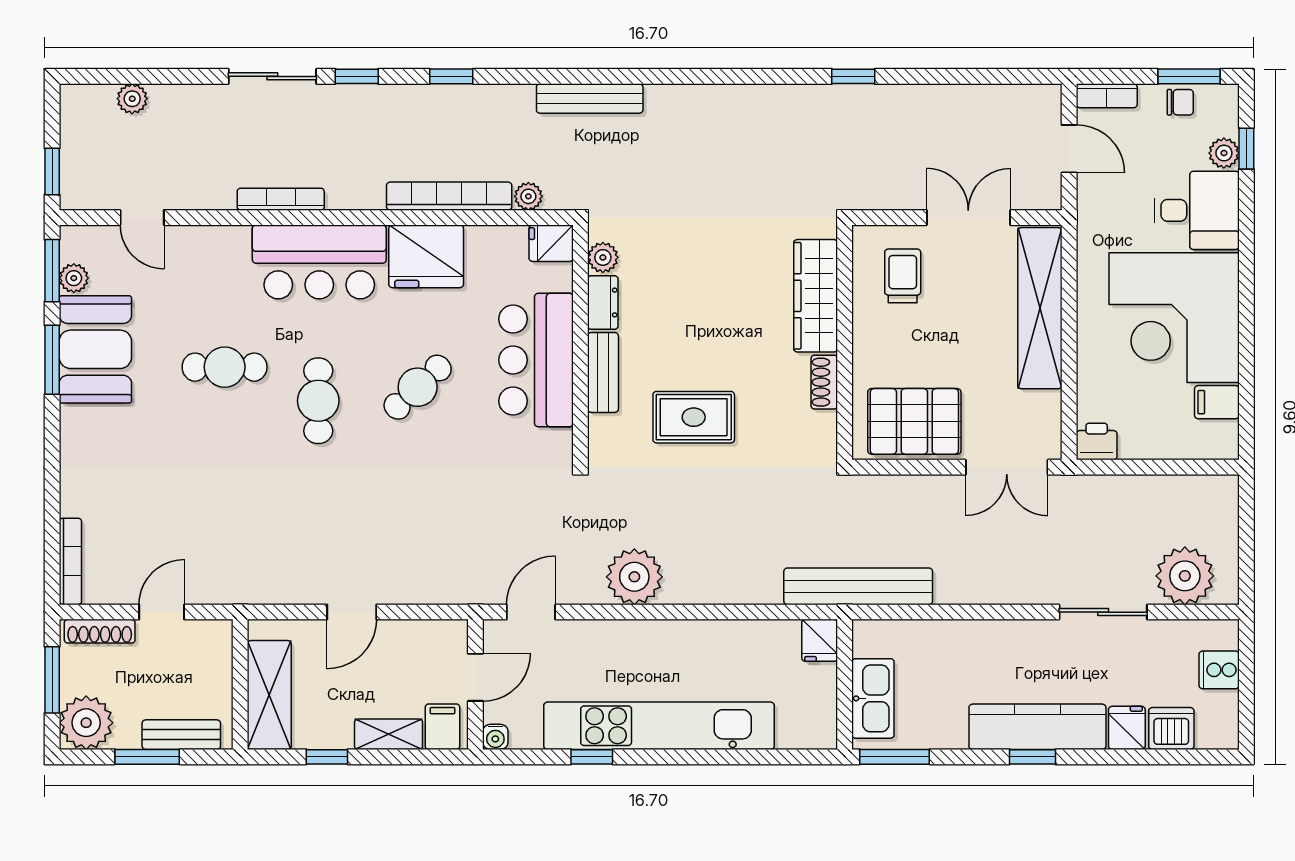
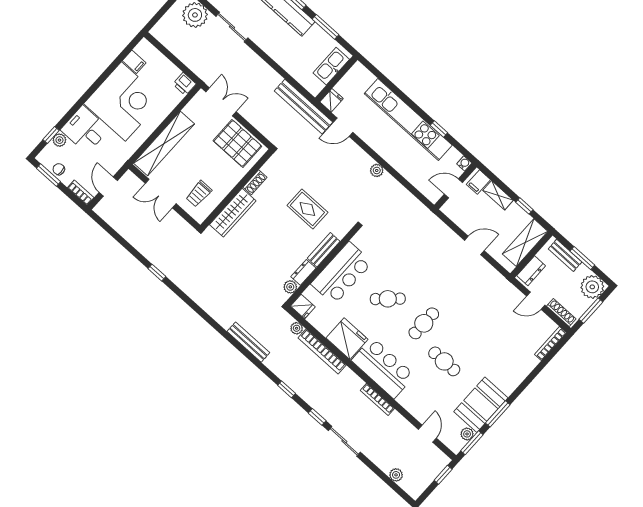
plant: (634, 577) -> (377, 170), width x0.53, depth x0.53
door: (531, 612) -> (343, 127), moved
dresser: (216, 656) -> (531, 271), added
window: (895, 757) -> (326, 27), moved

